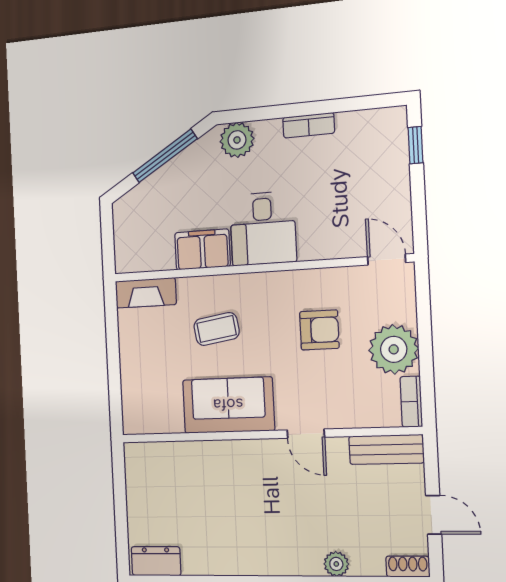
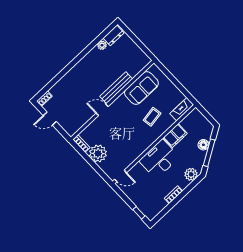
floor lamp: (163, 182) -> (203, 145), added
desk: (263, 229) -> (159, 159), width x1.37
armchair: (319, 330) -> (123, 141), removed
sofa: (228, 405) -> (141, 88), moved
bench: (386, 450) -> (116, 88), moved, width x1.36
plant: (336, 564) -> (102, 45), moved

